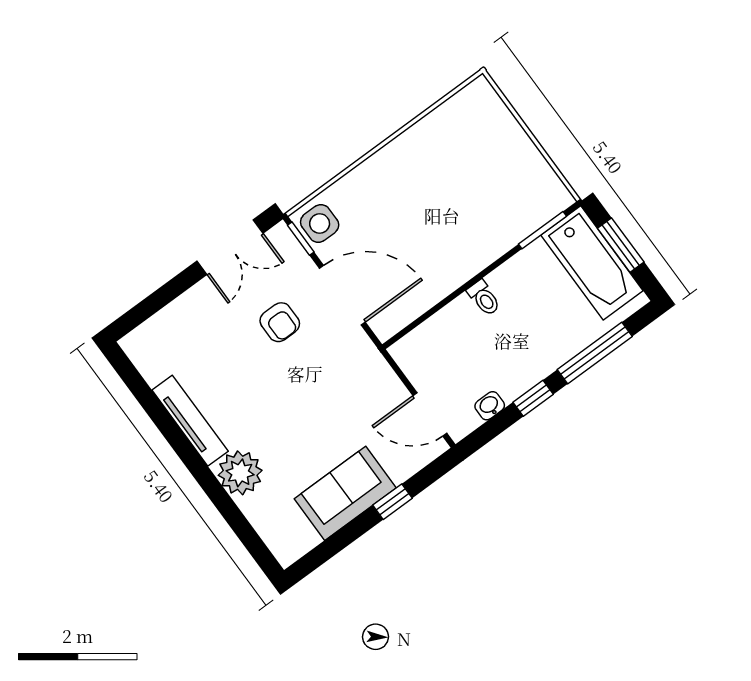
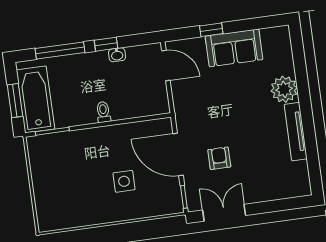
side table: (320, 223) -> (124, 181), moved
washbasin: (490, 406) -> (117, 55), moved

